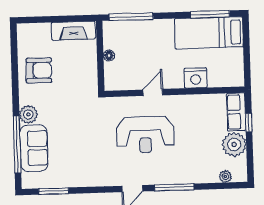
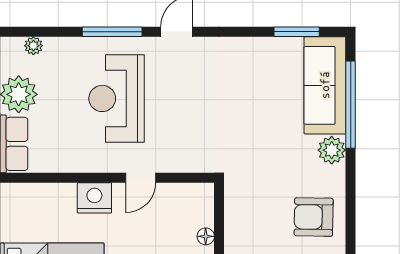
nightstand: (196, 78) -> (94, 198), moved
reception desk: (145, 135) -> (117, 98), moved, turned -90
sofa: (34, 148) -> (325, 85), width x1.36

